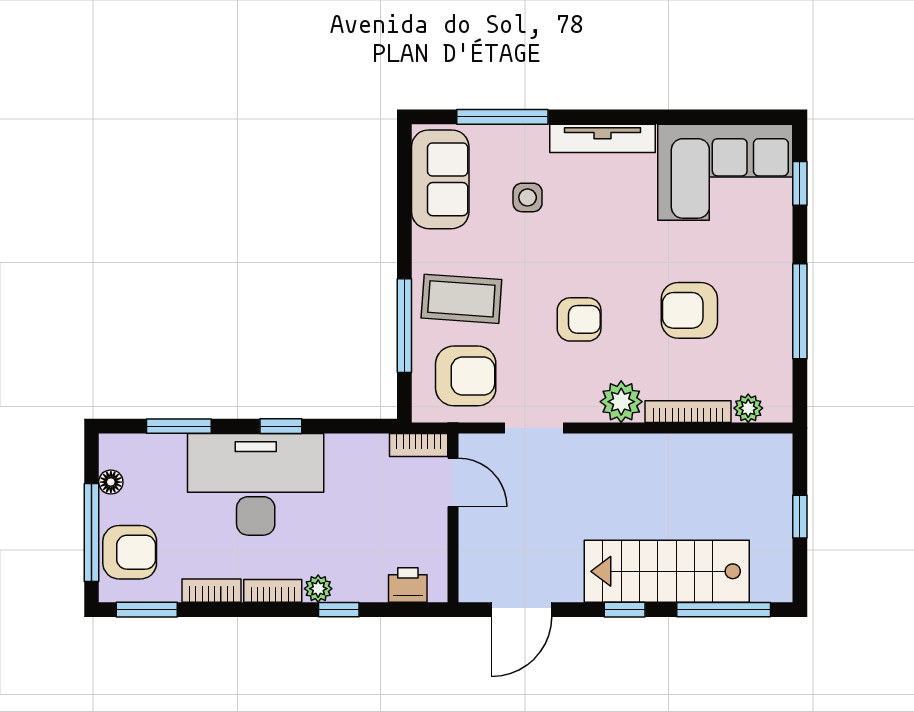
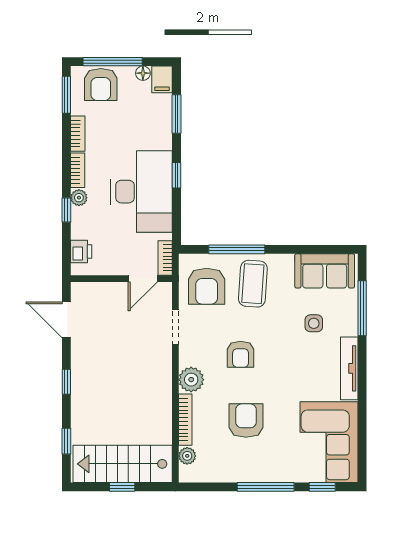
window: (800, 311) -> (266, 487), moved
filing cabinet: (121, 450) -> (162, 79), added
desk: (256, 484) -> (142, 192), moved
stairs: (667, 571) -> (123, 464), moved, turned -90
window: (724, 610) -> (66, 441), width x0.46

